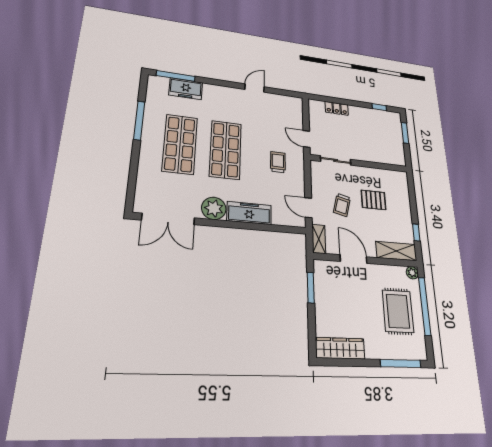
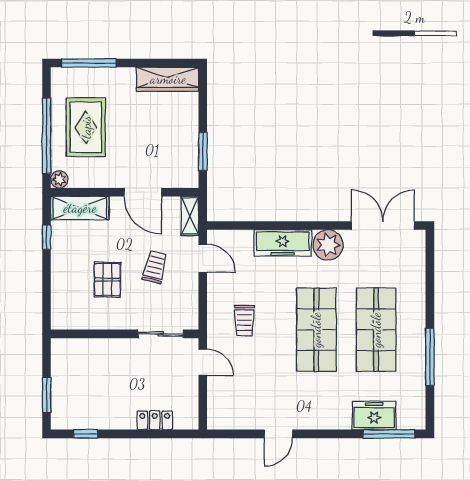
pallet: (374, 200) -> (107, 280), turned 90

